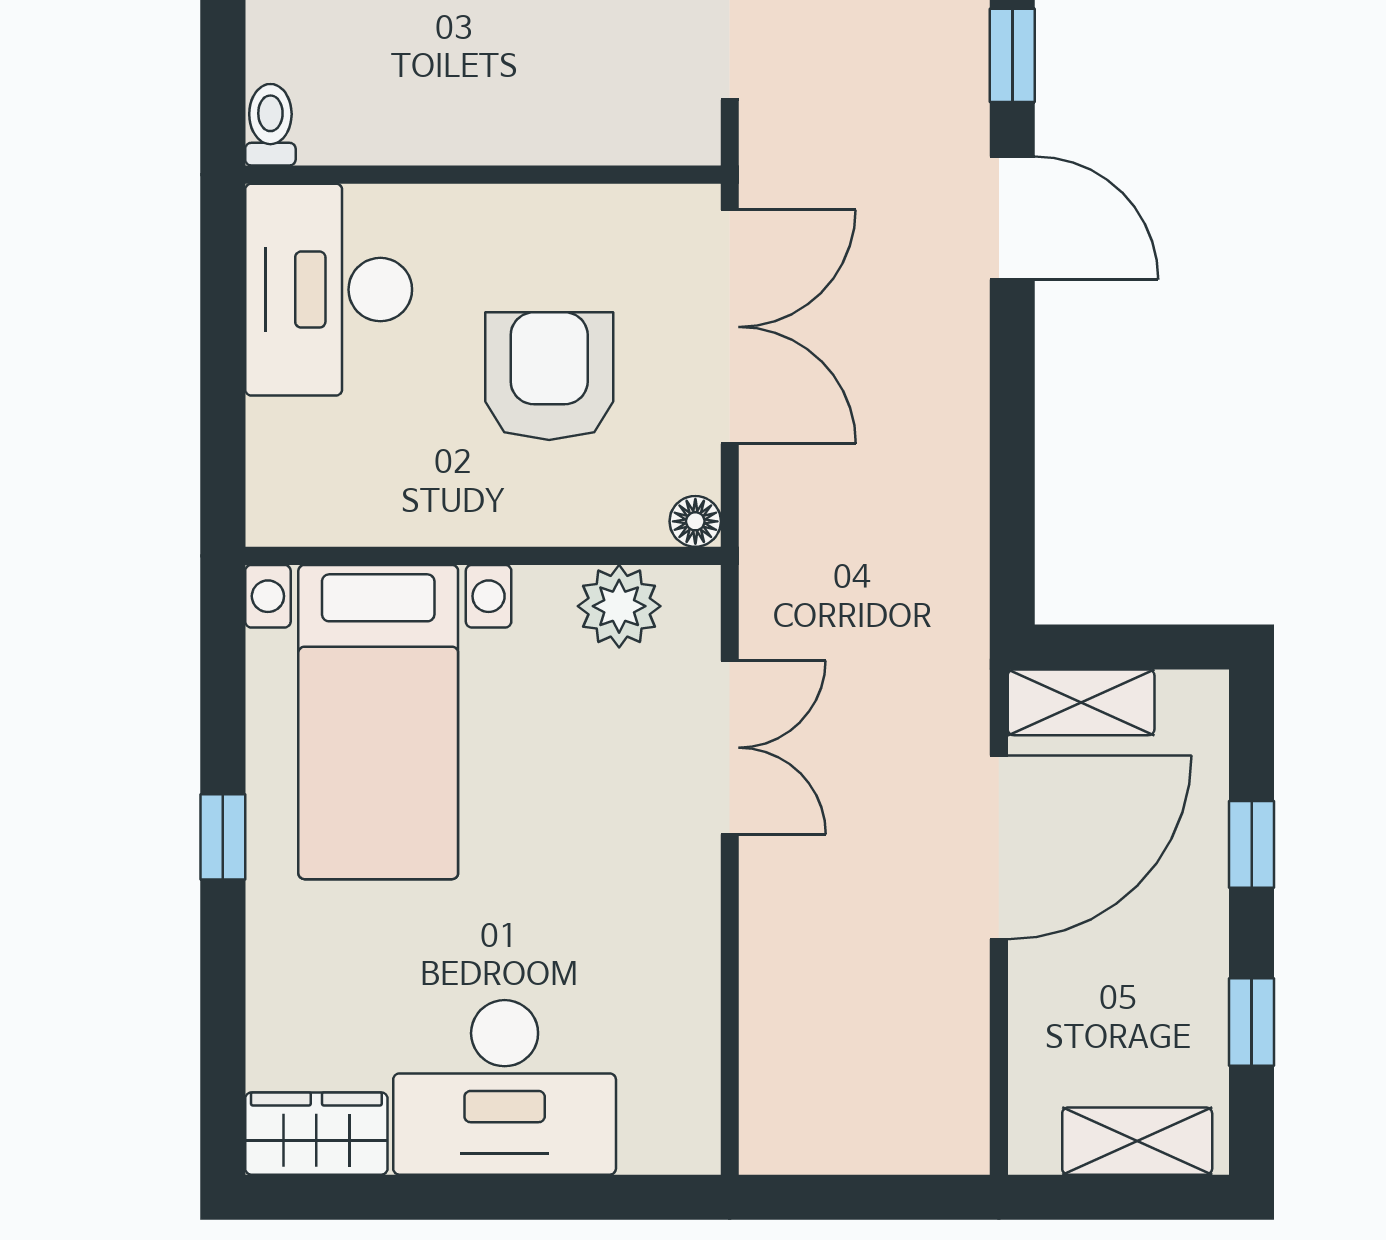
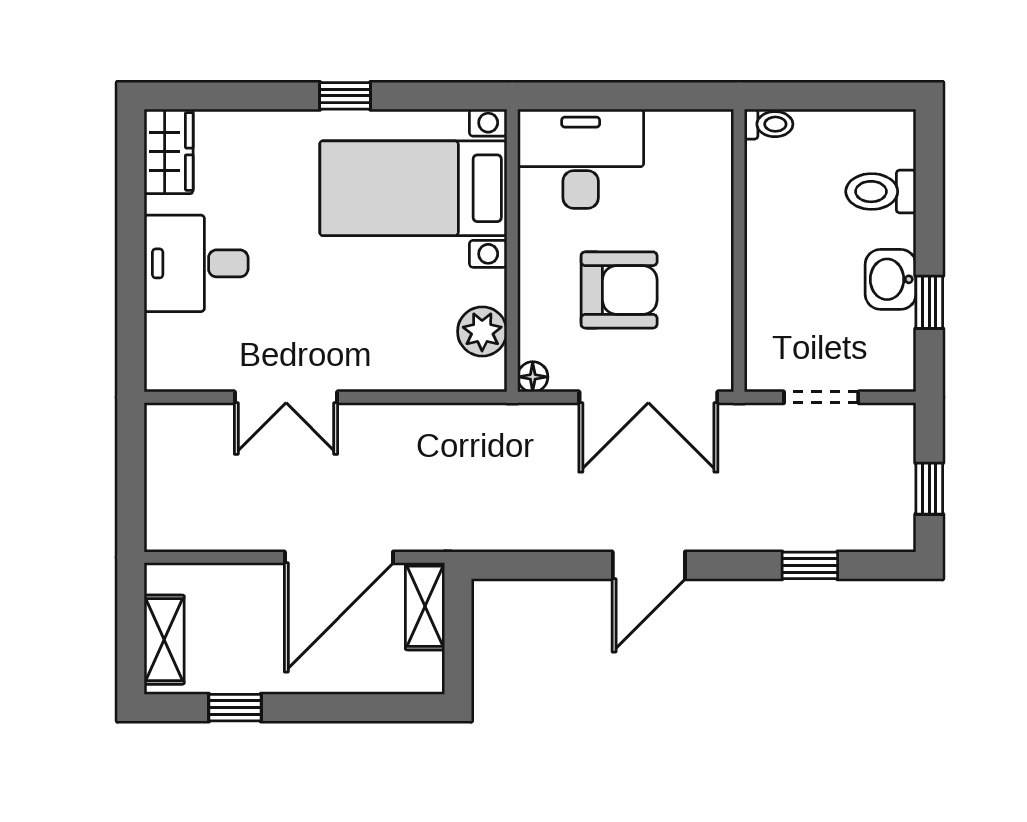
door: (1012, 218) -> (649, 565), moved
desk: (329, 290) -> (581, 159), moved
double door: (730, 748) -> (286, 397), moved
window: (1252, 844) -> (341, 708), removed
door: (999, 847) -> (339, 557), hinge flipped
desk: (505, 1087) -> (196, 263), width x0.73

